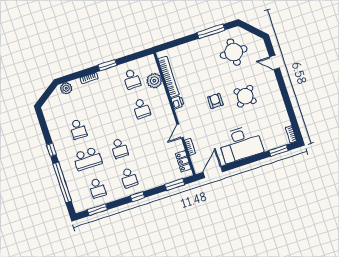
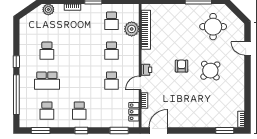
printer: (178, 102) -> (146, 70), moved
desk: (240, 144) -> (192, 113), removed
school desk: (119, 148) -> (111, 81), moved

